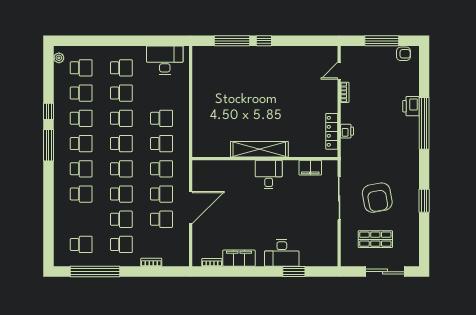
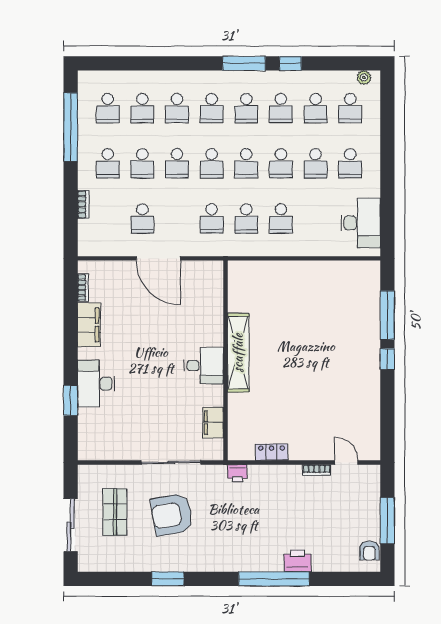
locker: (332, 131) -> (272, 452), width x0.66
printer: (347, 131) -> (237, 473), moved
school desk: (162, 194) -> (142, 108), moved

